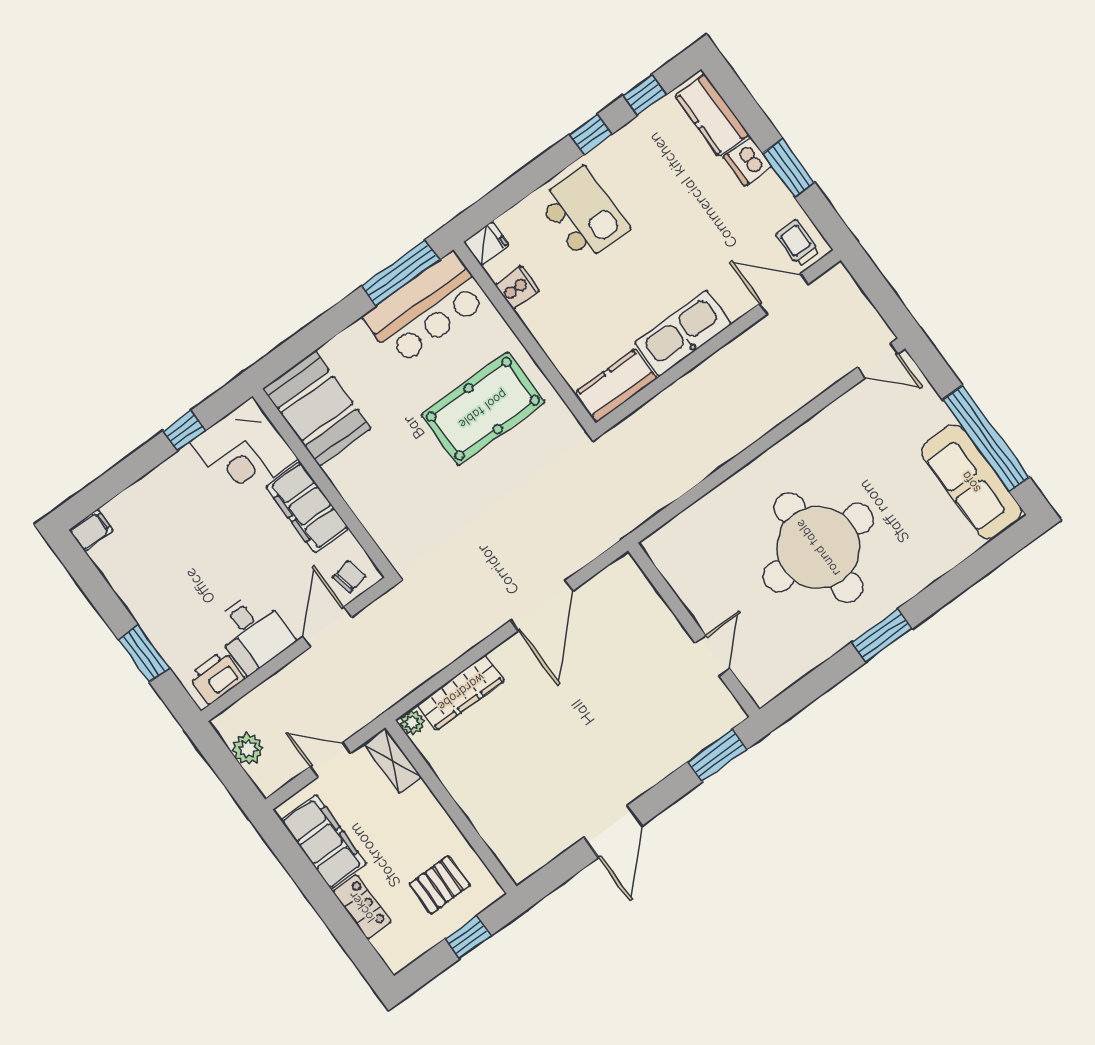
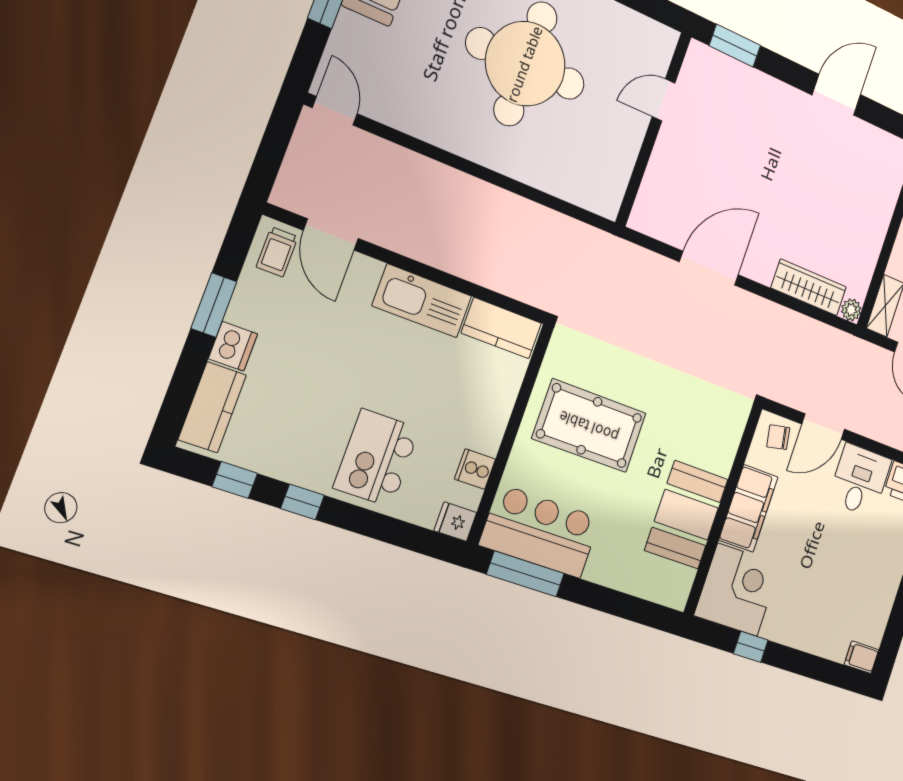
booth: (317, 409) -> (686, 515), moved

